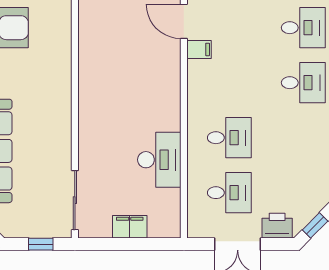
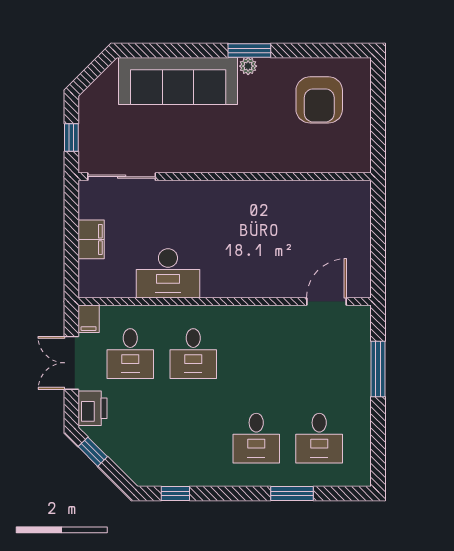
filing cabinet: (199, 49) -> (89, 319), moved

